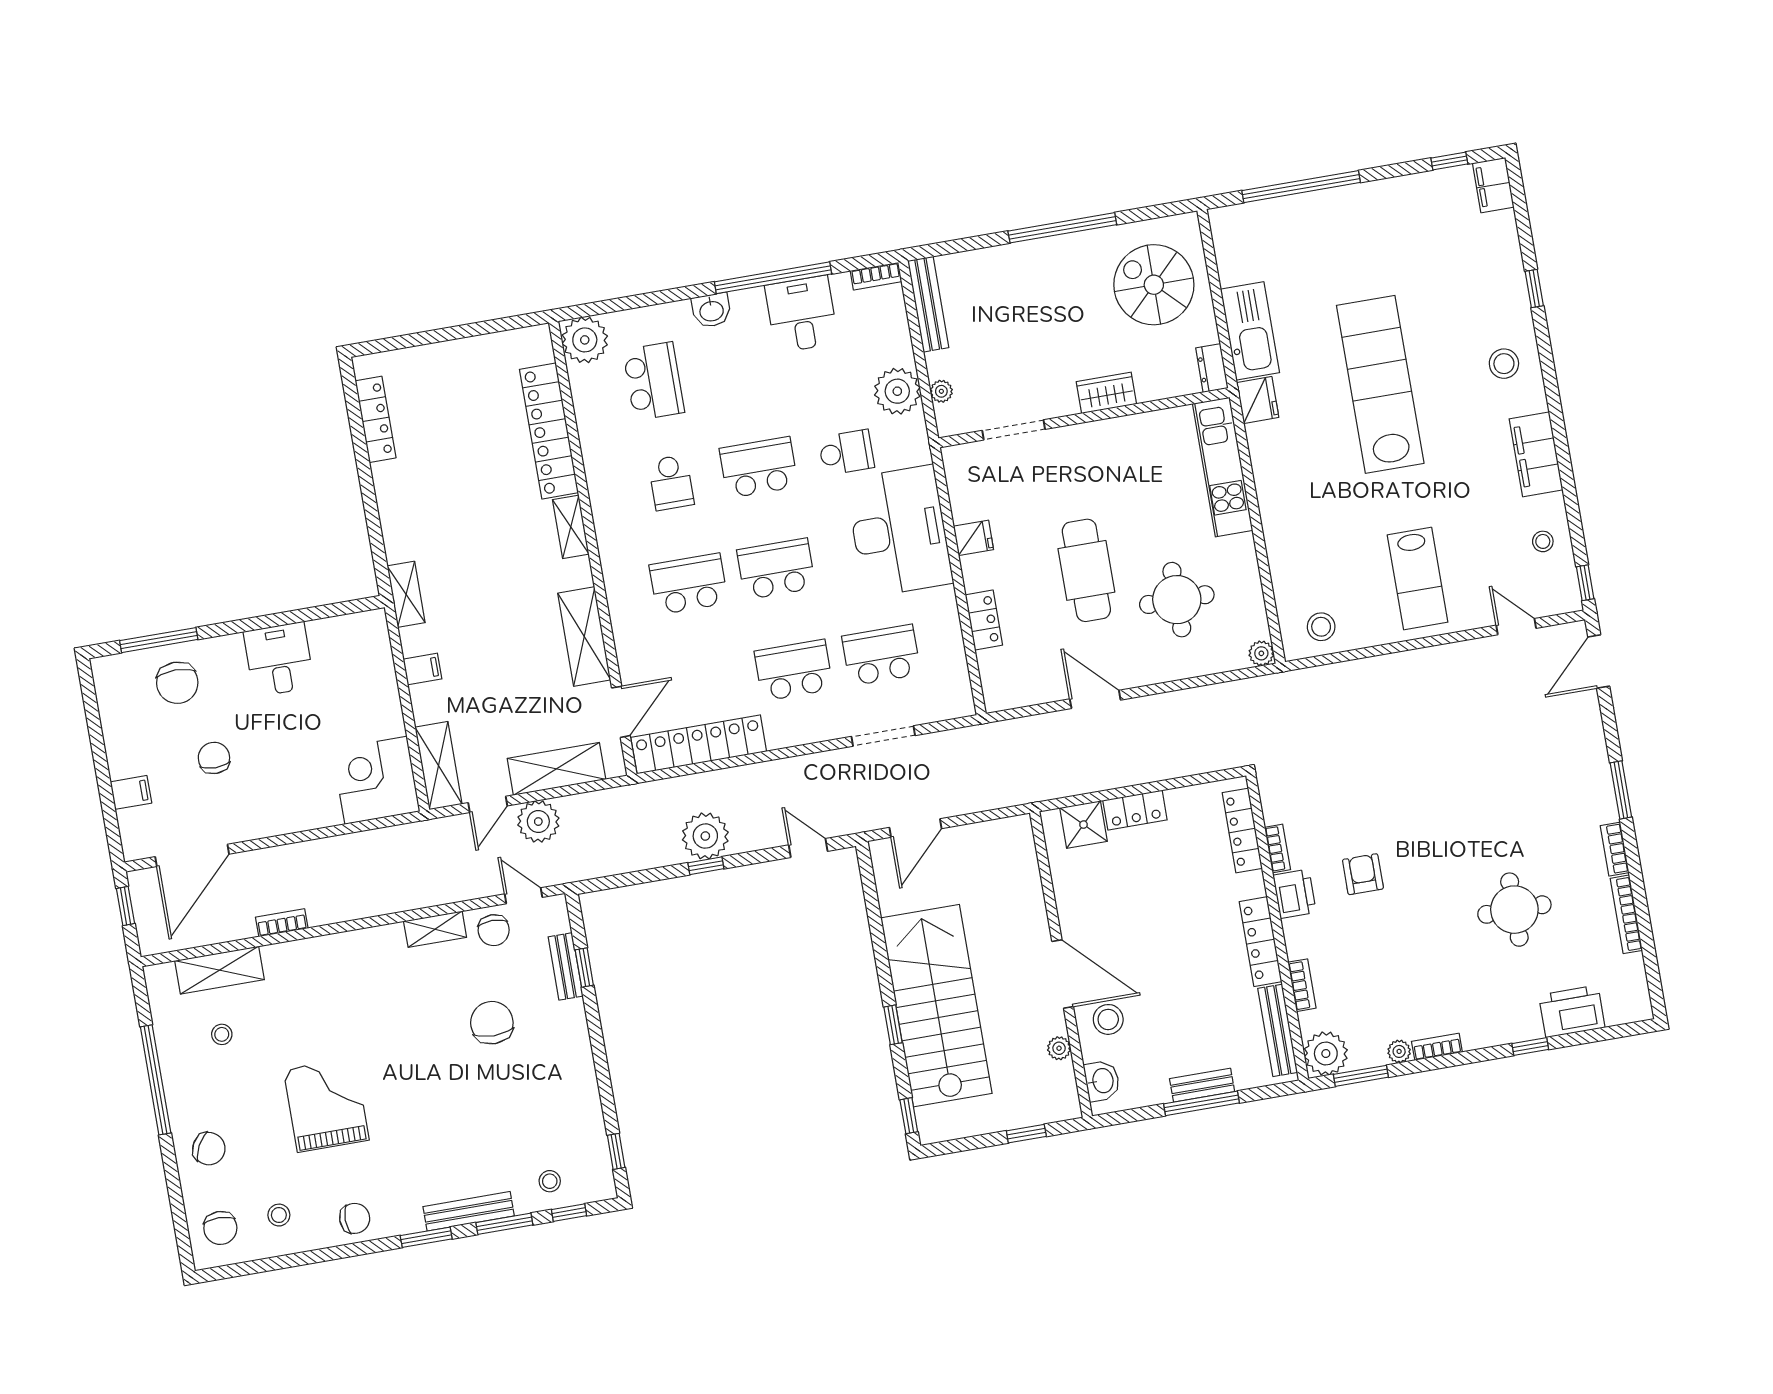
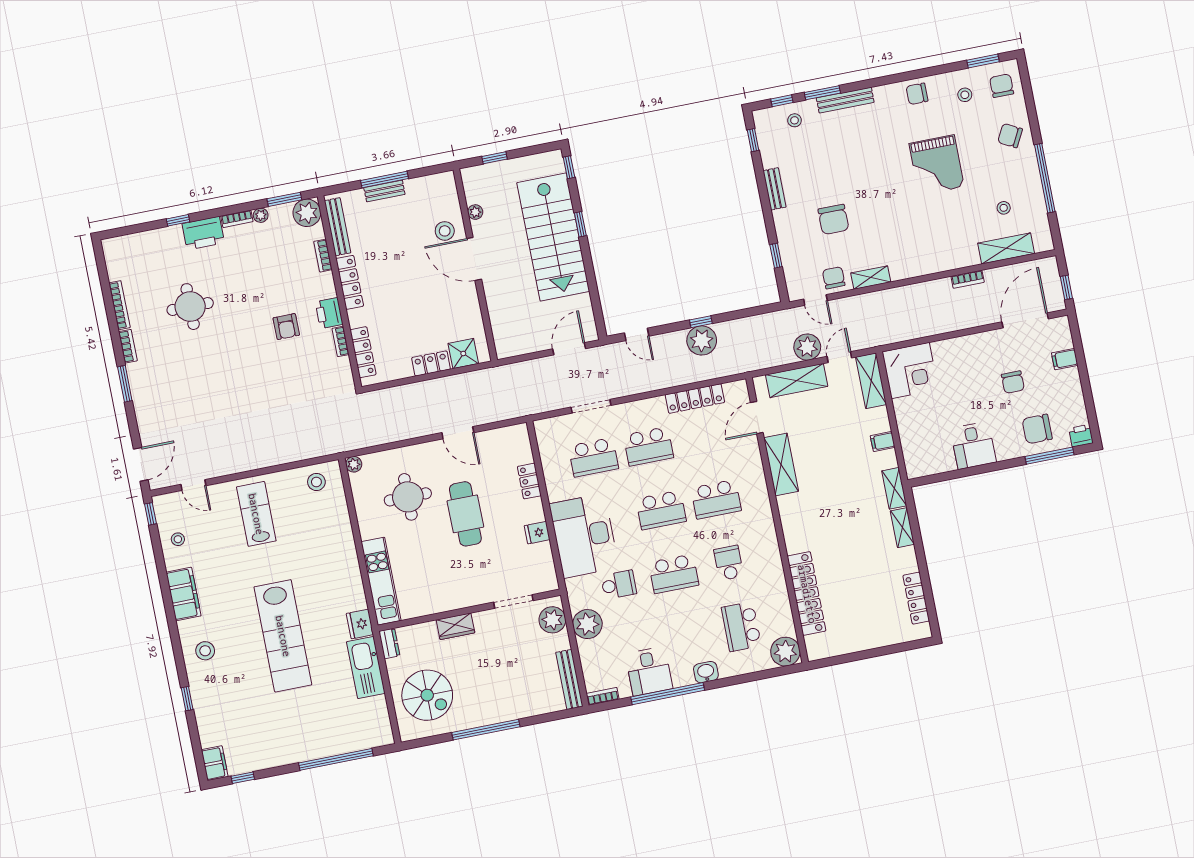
plant: (941, 391) -> (552, 620), width x1.87, depth x1.87
school desk: (846, 452) -> (619, 585), turned 180
shelving: (571, 527) -> (902, 528), moved
printer: (108, 671) -> (1081, 436), added
chair: (177, 683) -> (1037, 429), turned -90
locker: (699, 744) -> (695, 399), width x0.71, depth x0.83
bench: (566, 966) -> (774, 189), moved
printer: (1572, 1011) -> (203, 233), moved
washbasin: (1102, 1081) -> (448, 192), removed
window: (426, 1237) -> (983, 61), moved

